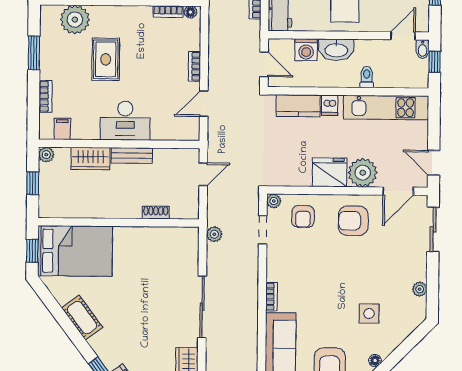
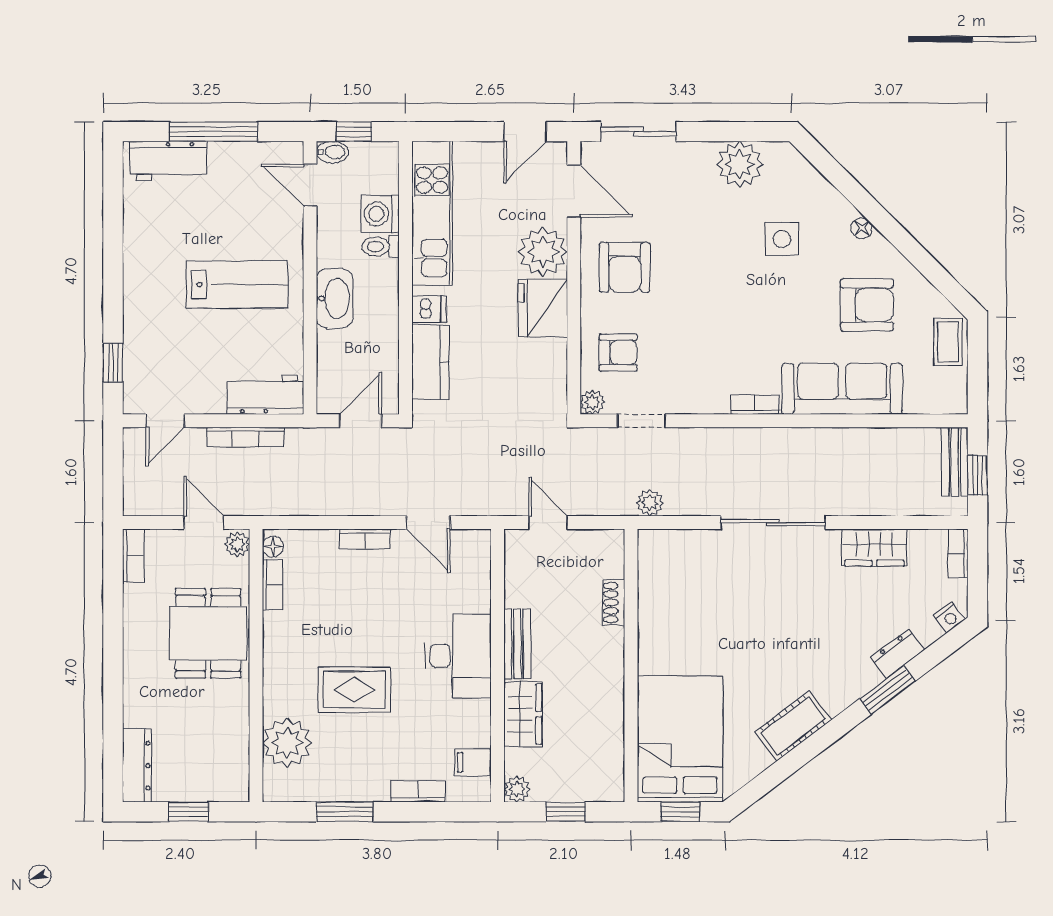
washing machine: (306, 50) -> (380, 214), moved, turned 180
plant: (420, 289) -> (740, 164), width x1.88, depth x1.88

